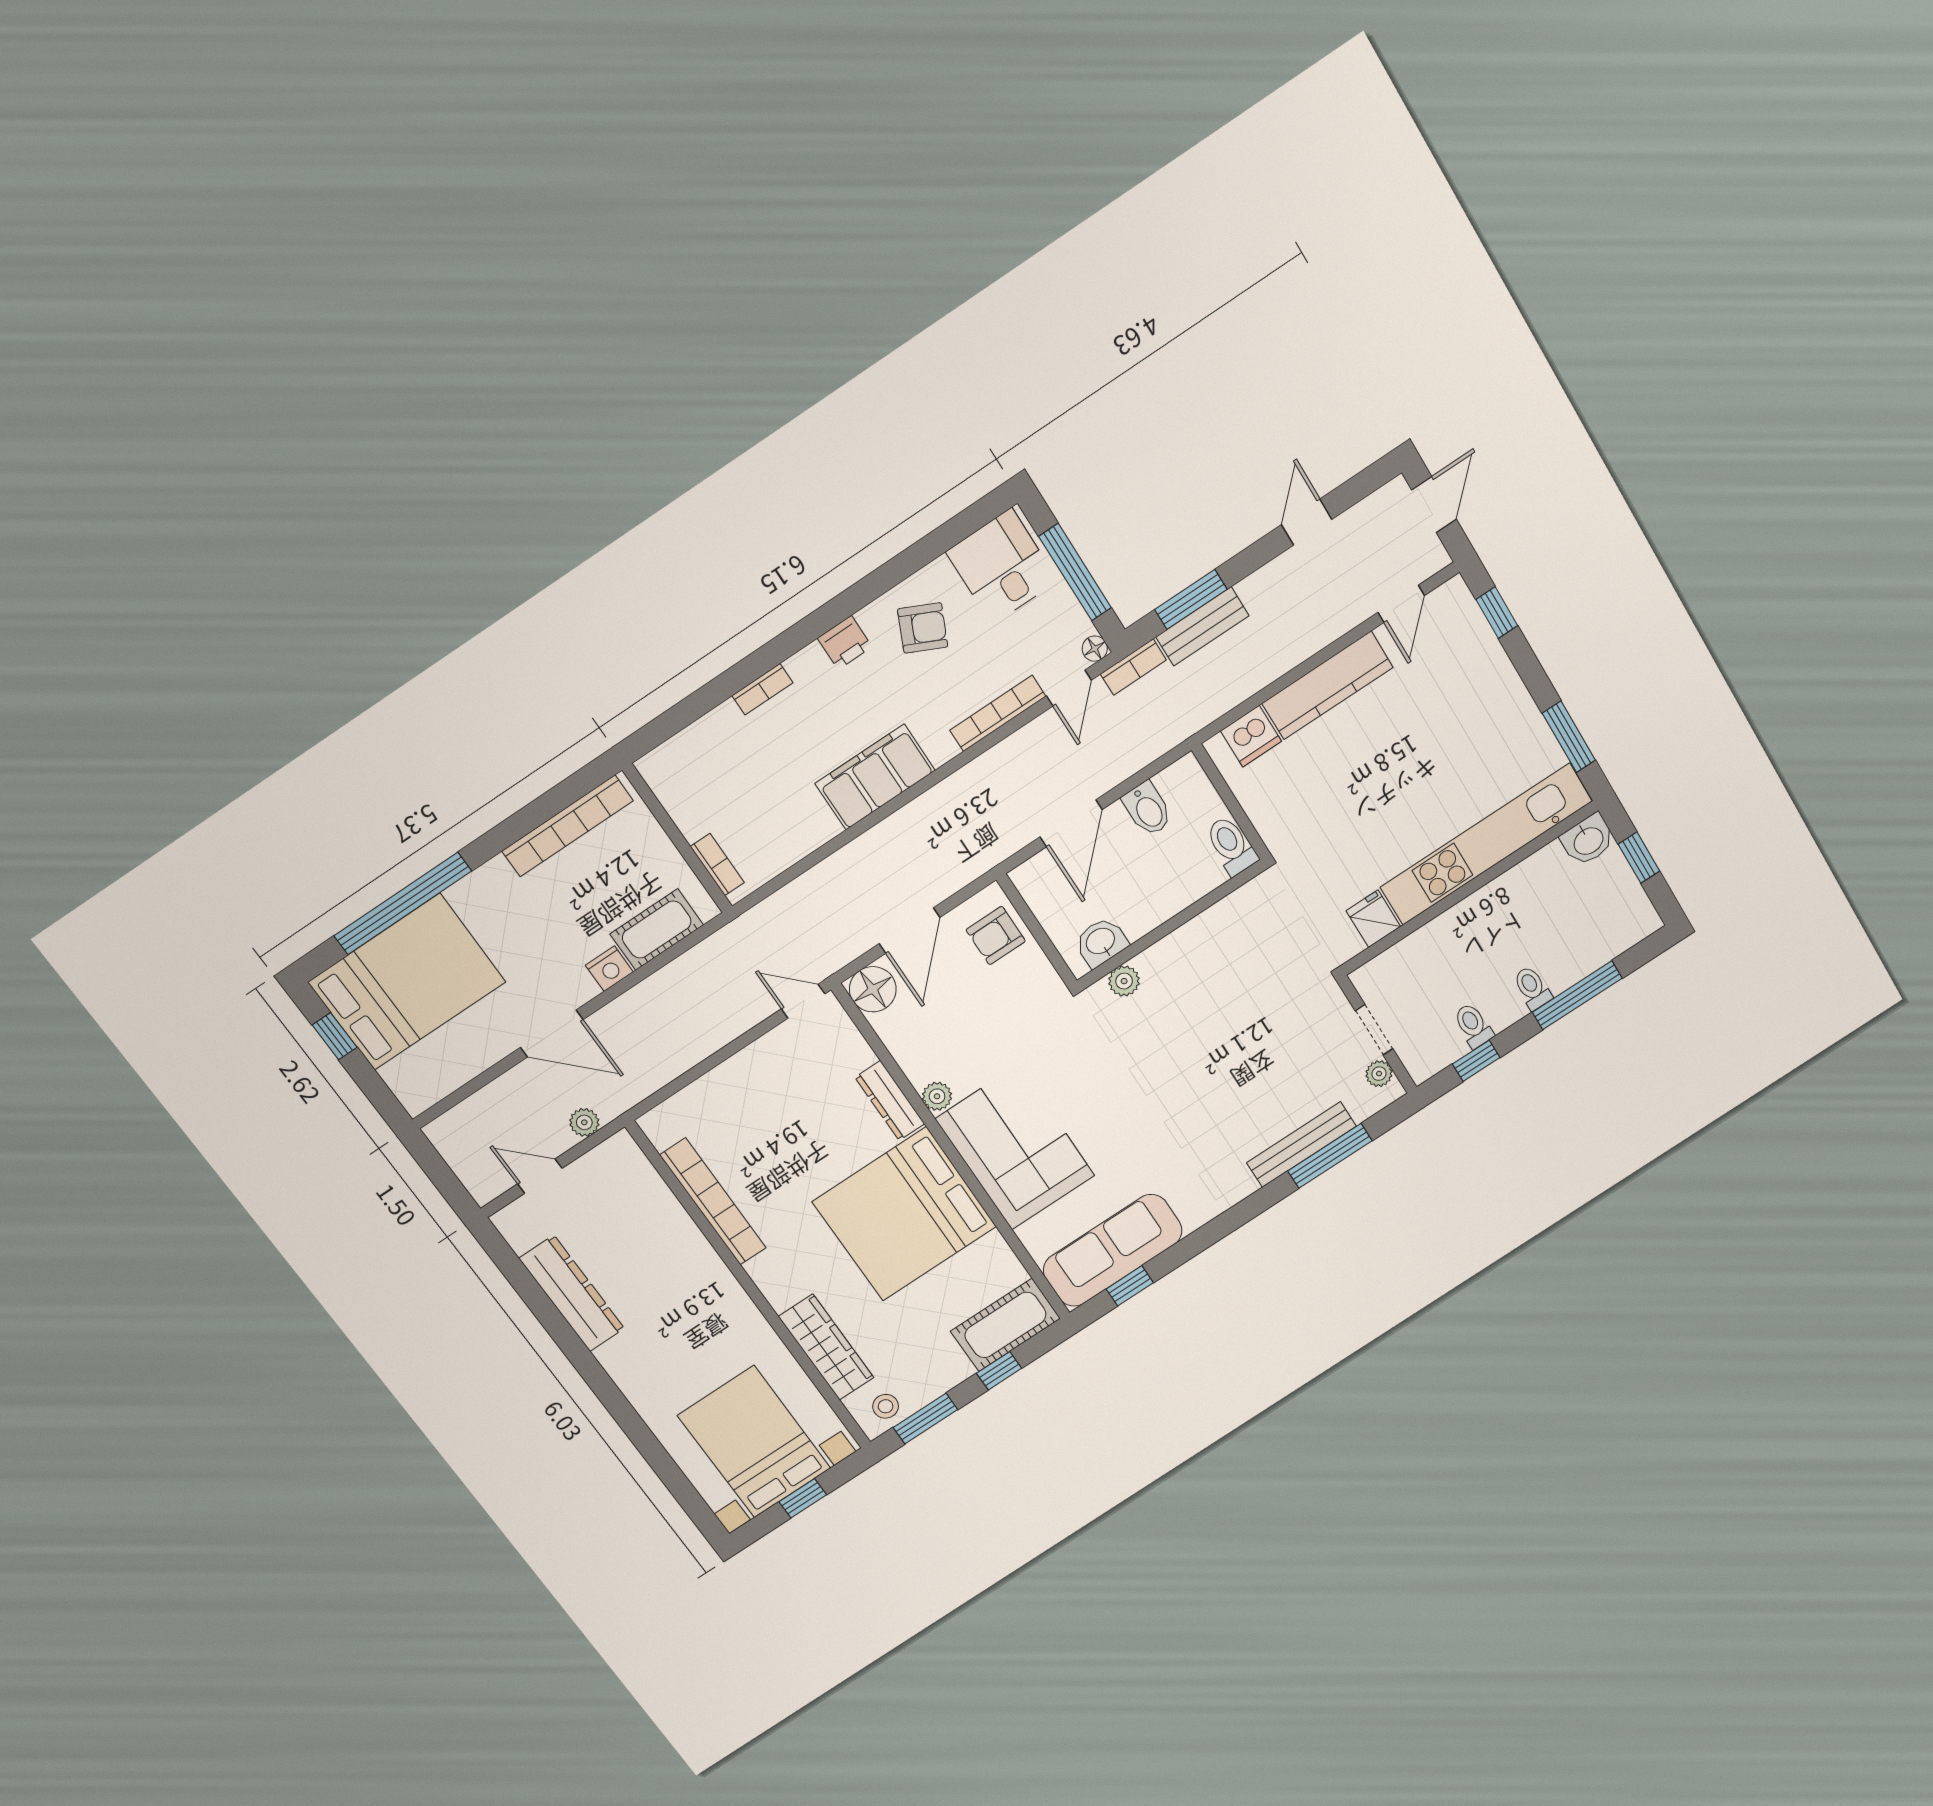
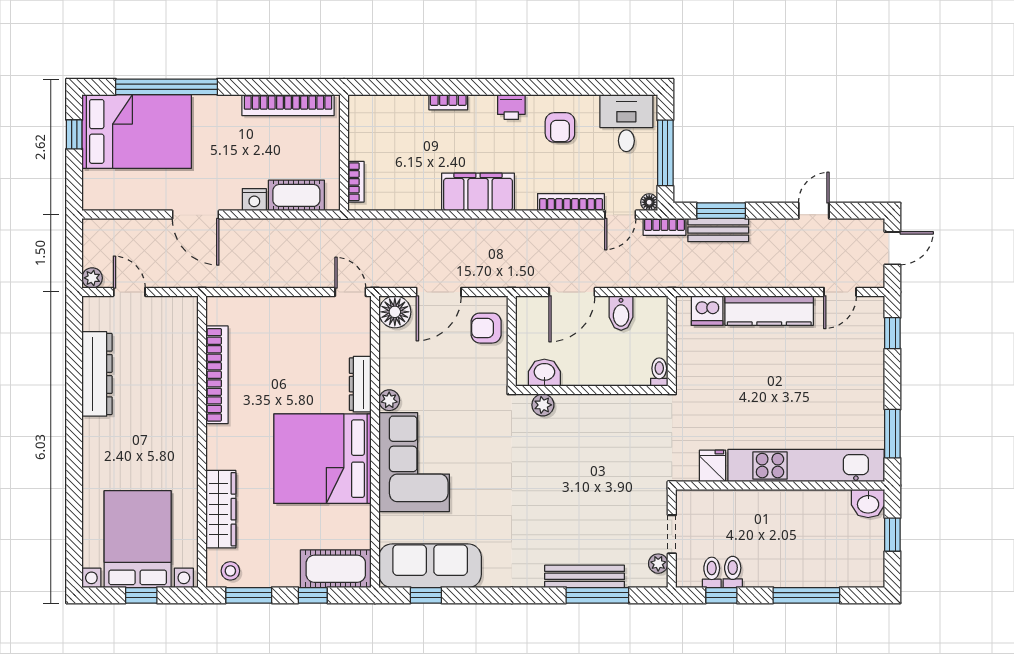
armchair: (923, 628) -> (560, 127), turned 65
toilet: (1231, 846) -> (659, 372), width x0.73, depth x0.72
toilet: (1532, 988) -> (712, 572), moved
plant: (584, 1122) -> (92, 278), moved

